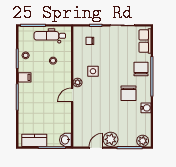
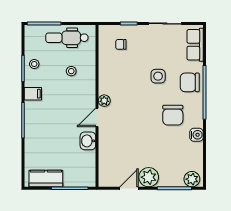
chair: (141, 69) -> (190, 82), turned -90
side table: (93, 71) -> (158, 76), moved
washbasin: (65, 140) -> (88, 141), moved

